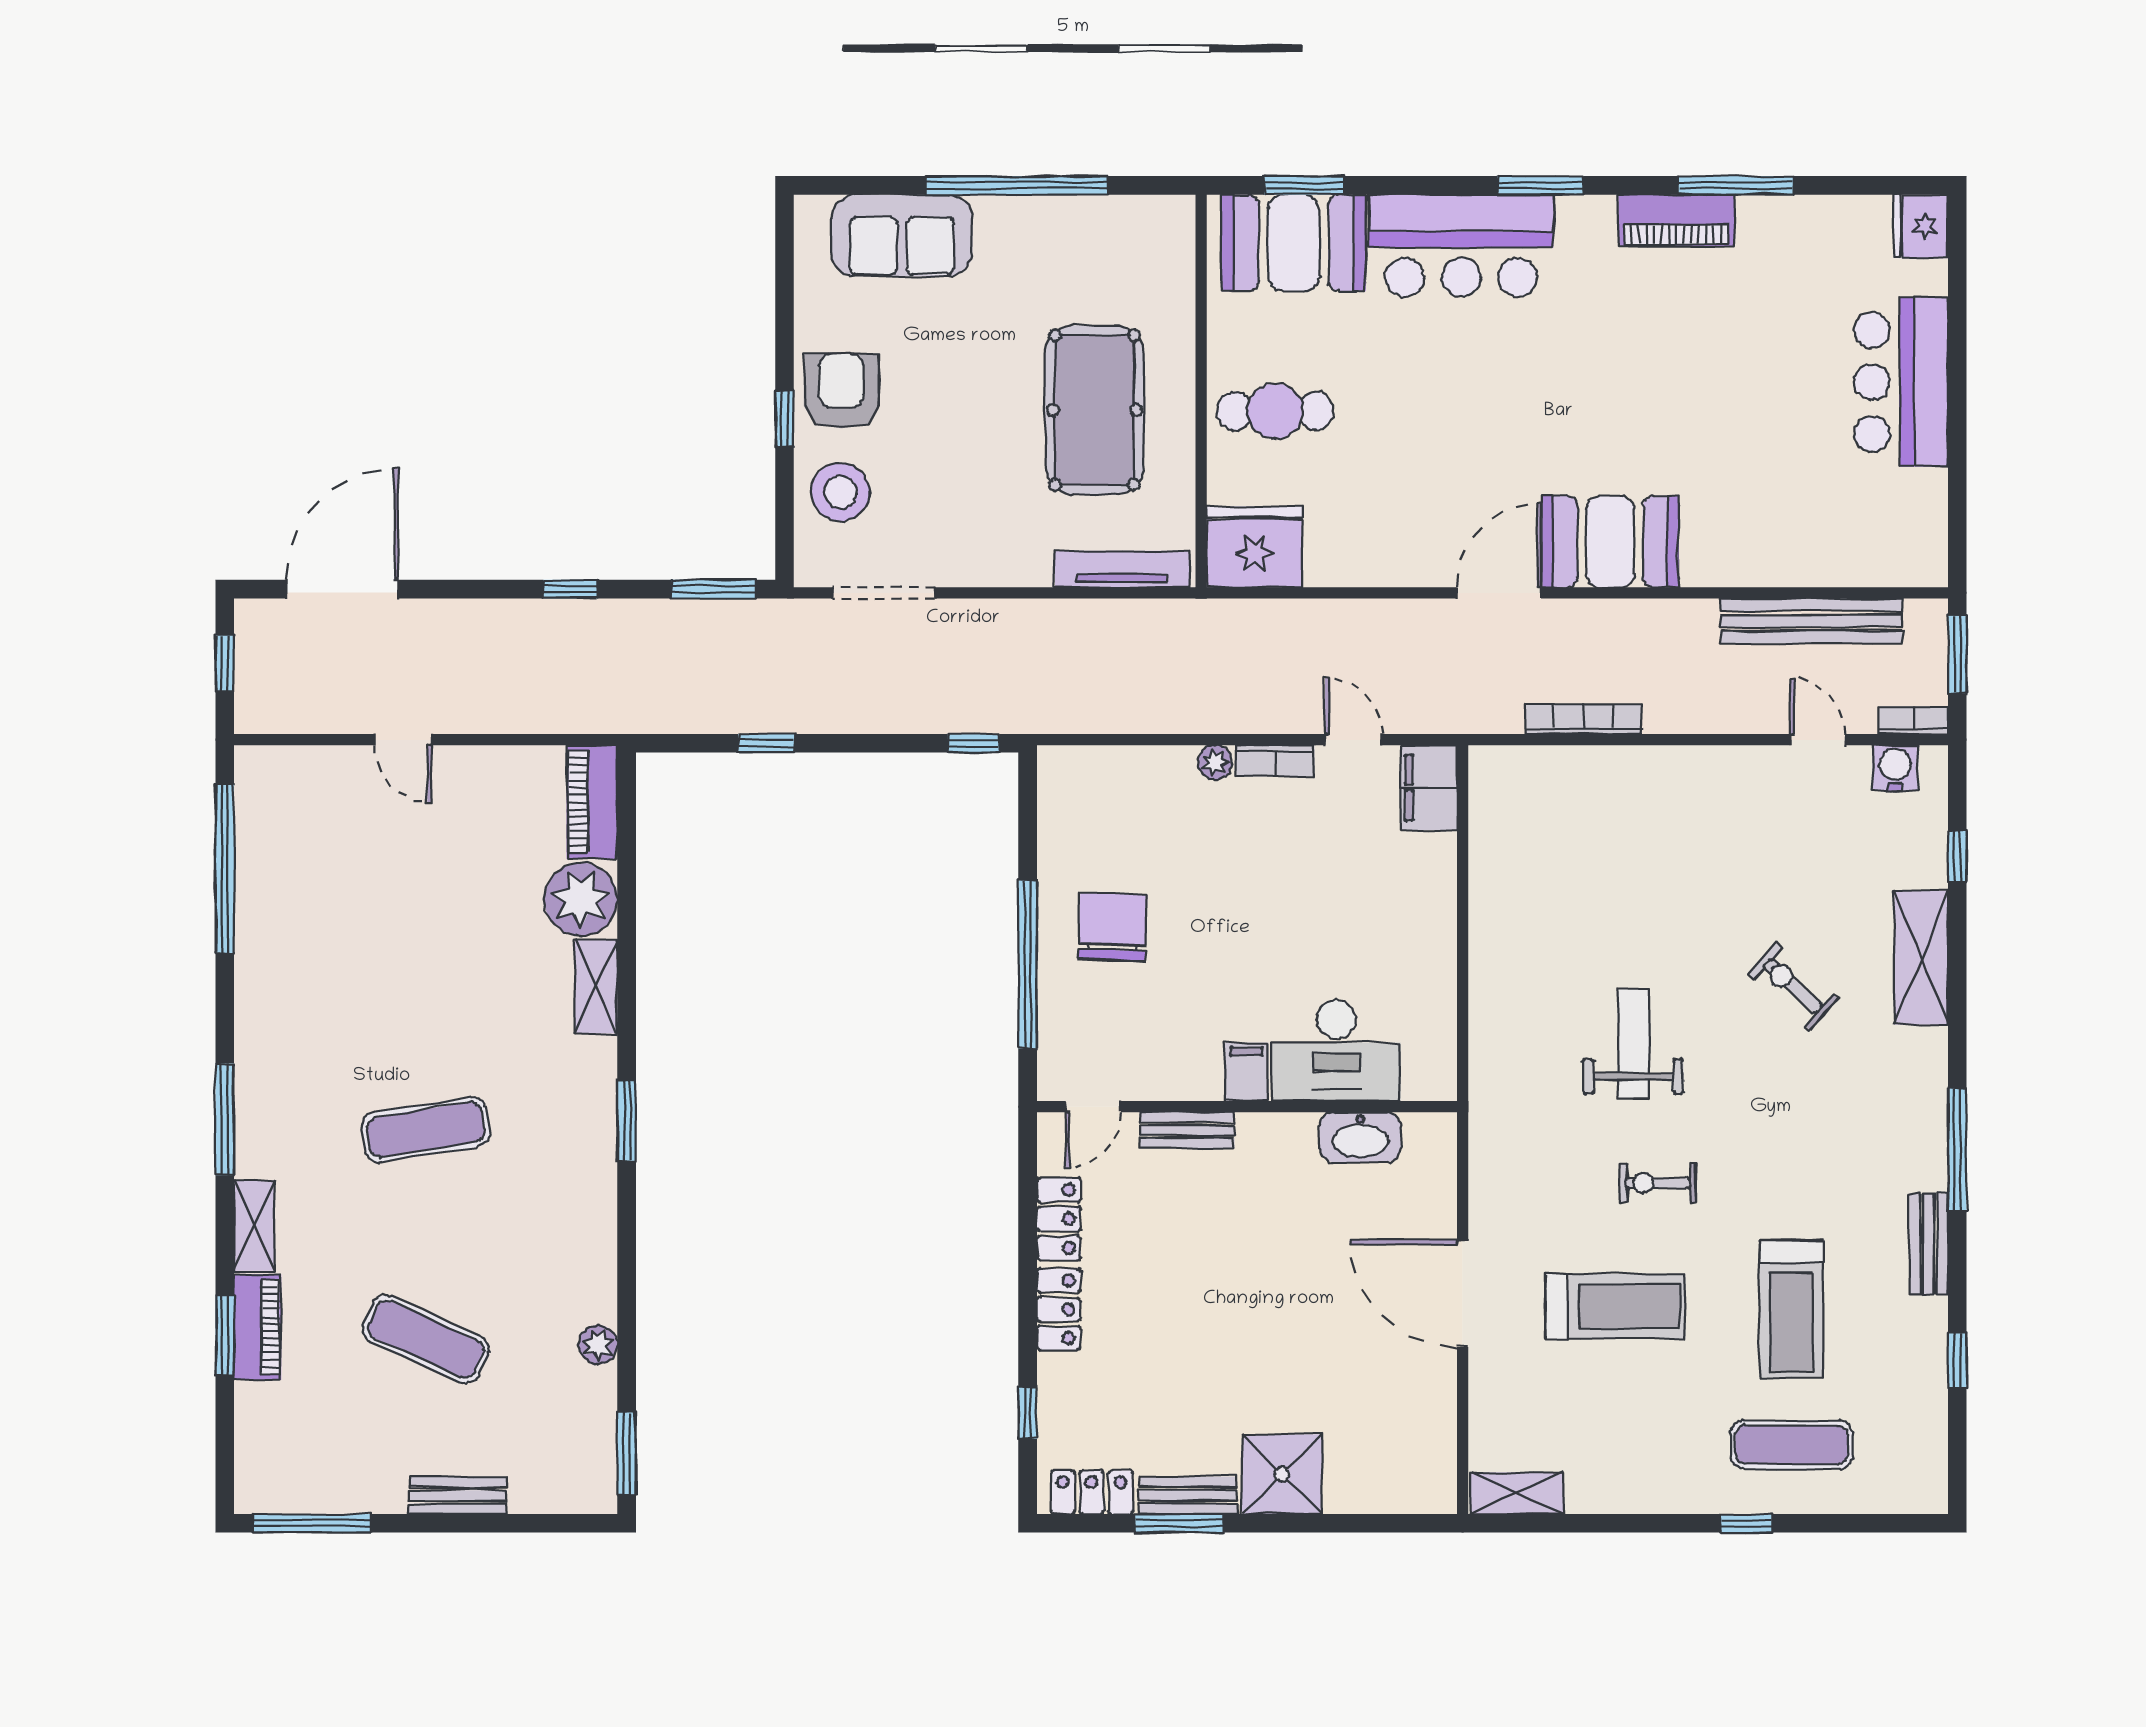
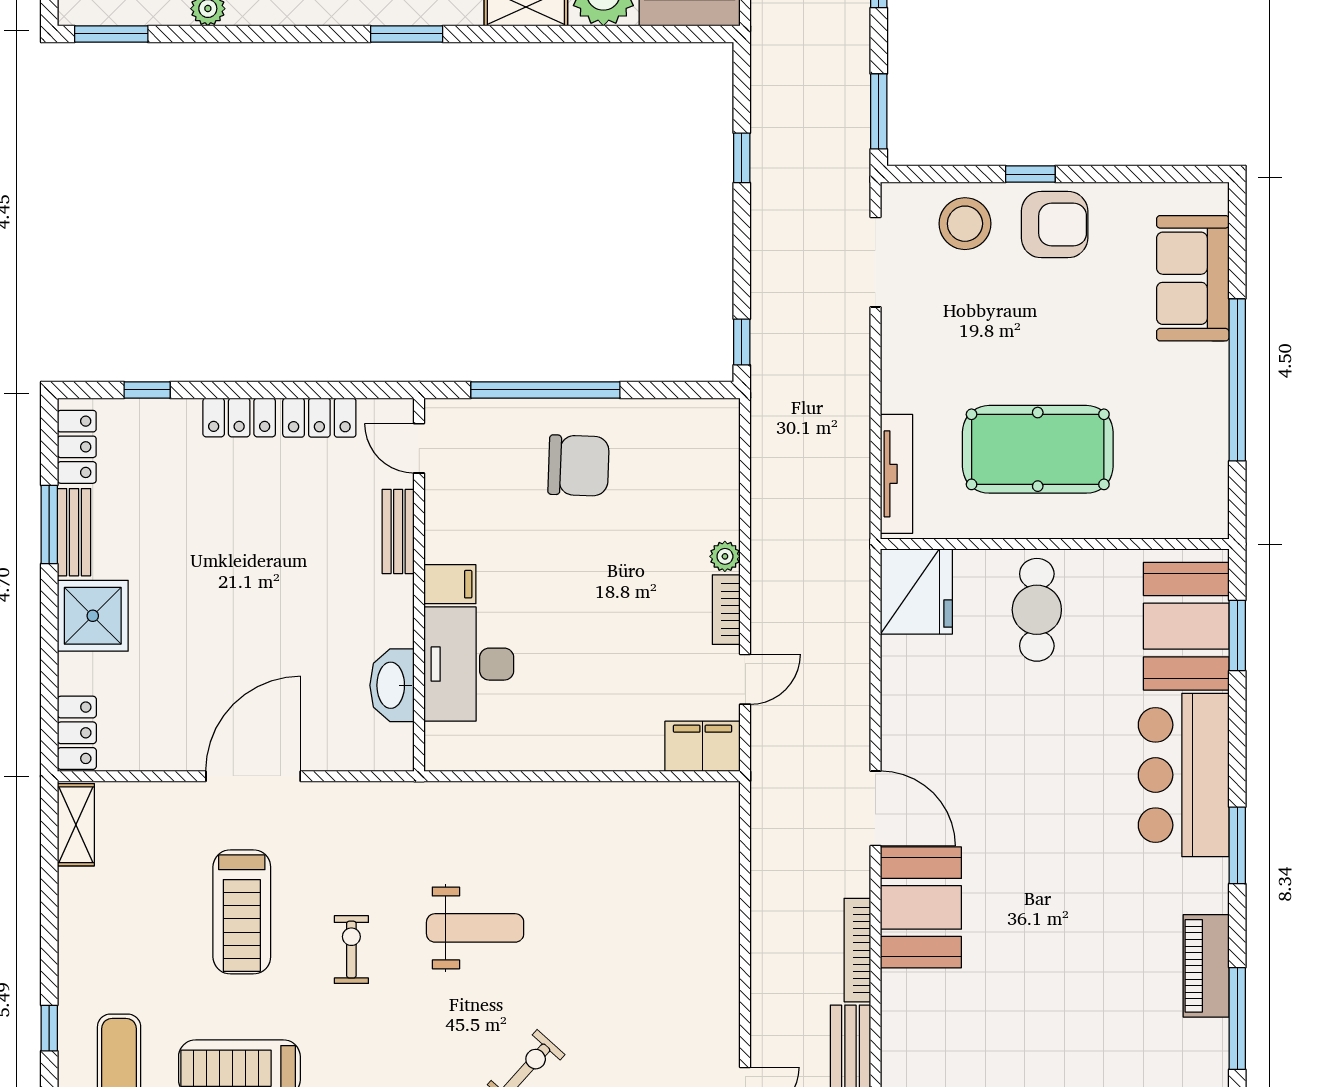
bookcase: (1583, 719) -> (857, 950), moved, turned 180
locker: (1414, 1492) -> (77, 733), added

